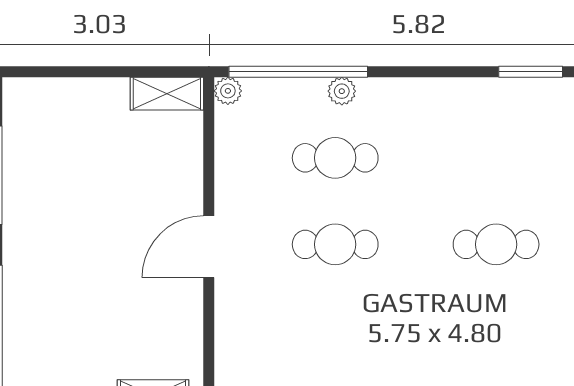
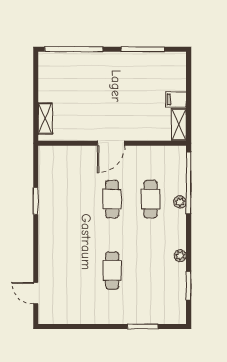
plant: (228, 91) -> (180, 256), moved
filing cabinet: (110, 100) -> (176, 99), added
door: (209, 247) -> (111, 143), swing flipped

